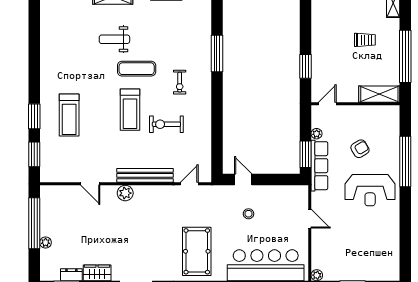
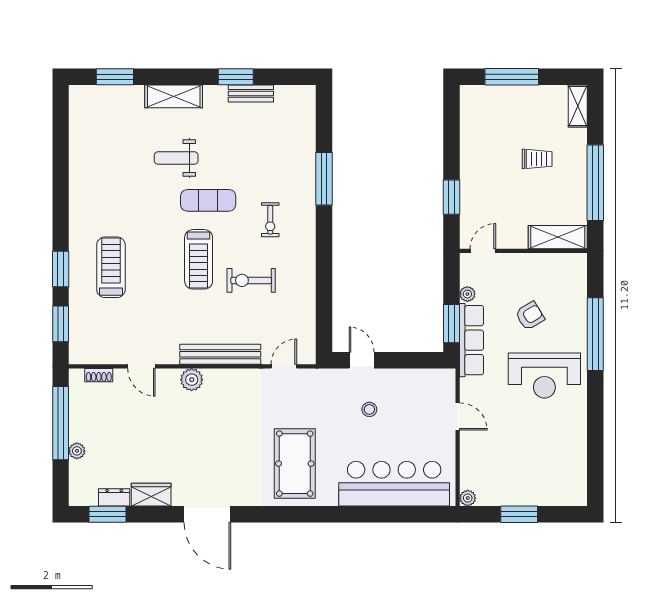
treadmill: (69, 115) -> (111, 267), turned 180
shoe rack: (61, 190) -> (99, 375), added

